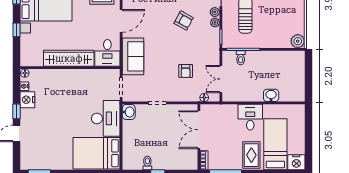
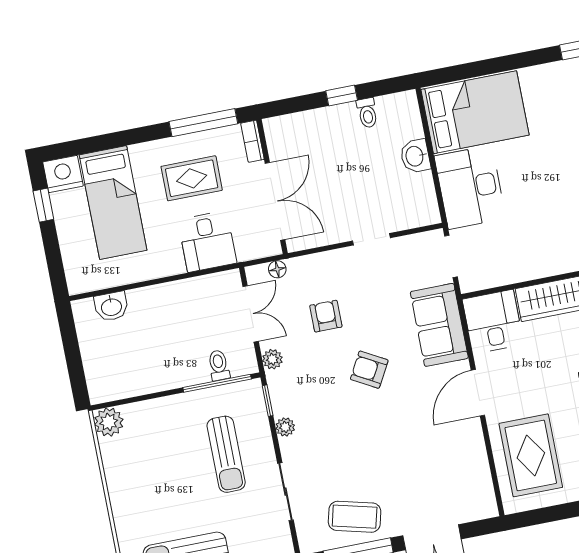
plant: (215, 12) -> (272, 359), moved
armchair: (184, 21) -> (369, 370), moved
washbasin: (271, 95) -> (111, 306), moved
washbasin: (129, 112) -> (415, 156), moved
desk: (250, 117) -> (207, 241), moved
window: (308, 149) -> (43, 205), added
rug: (251, 155) -> (192, 178), moved, turned 90

